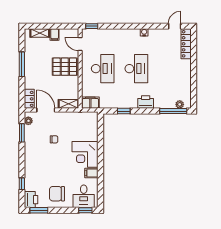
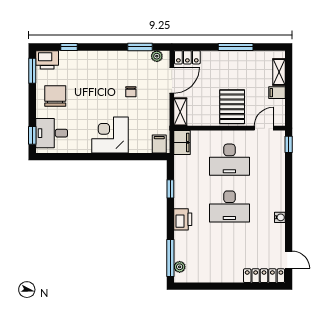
filing cabinet: (91, 173) -> (159, 144), moved

